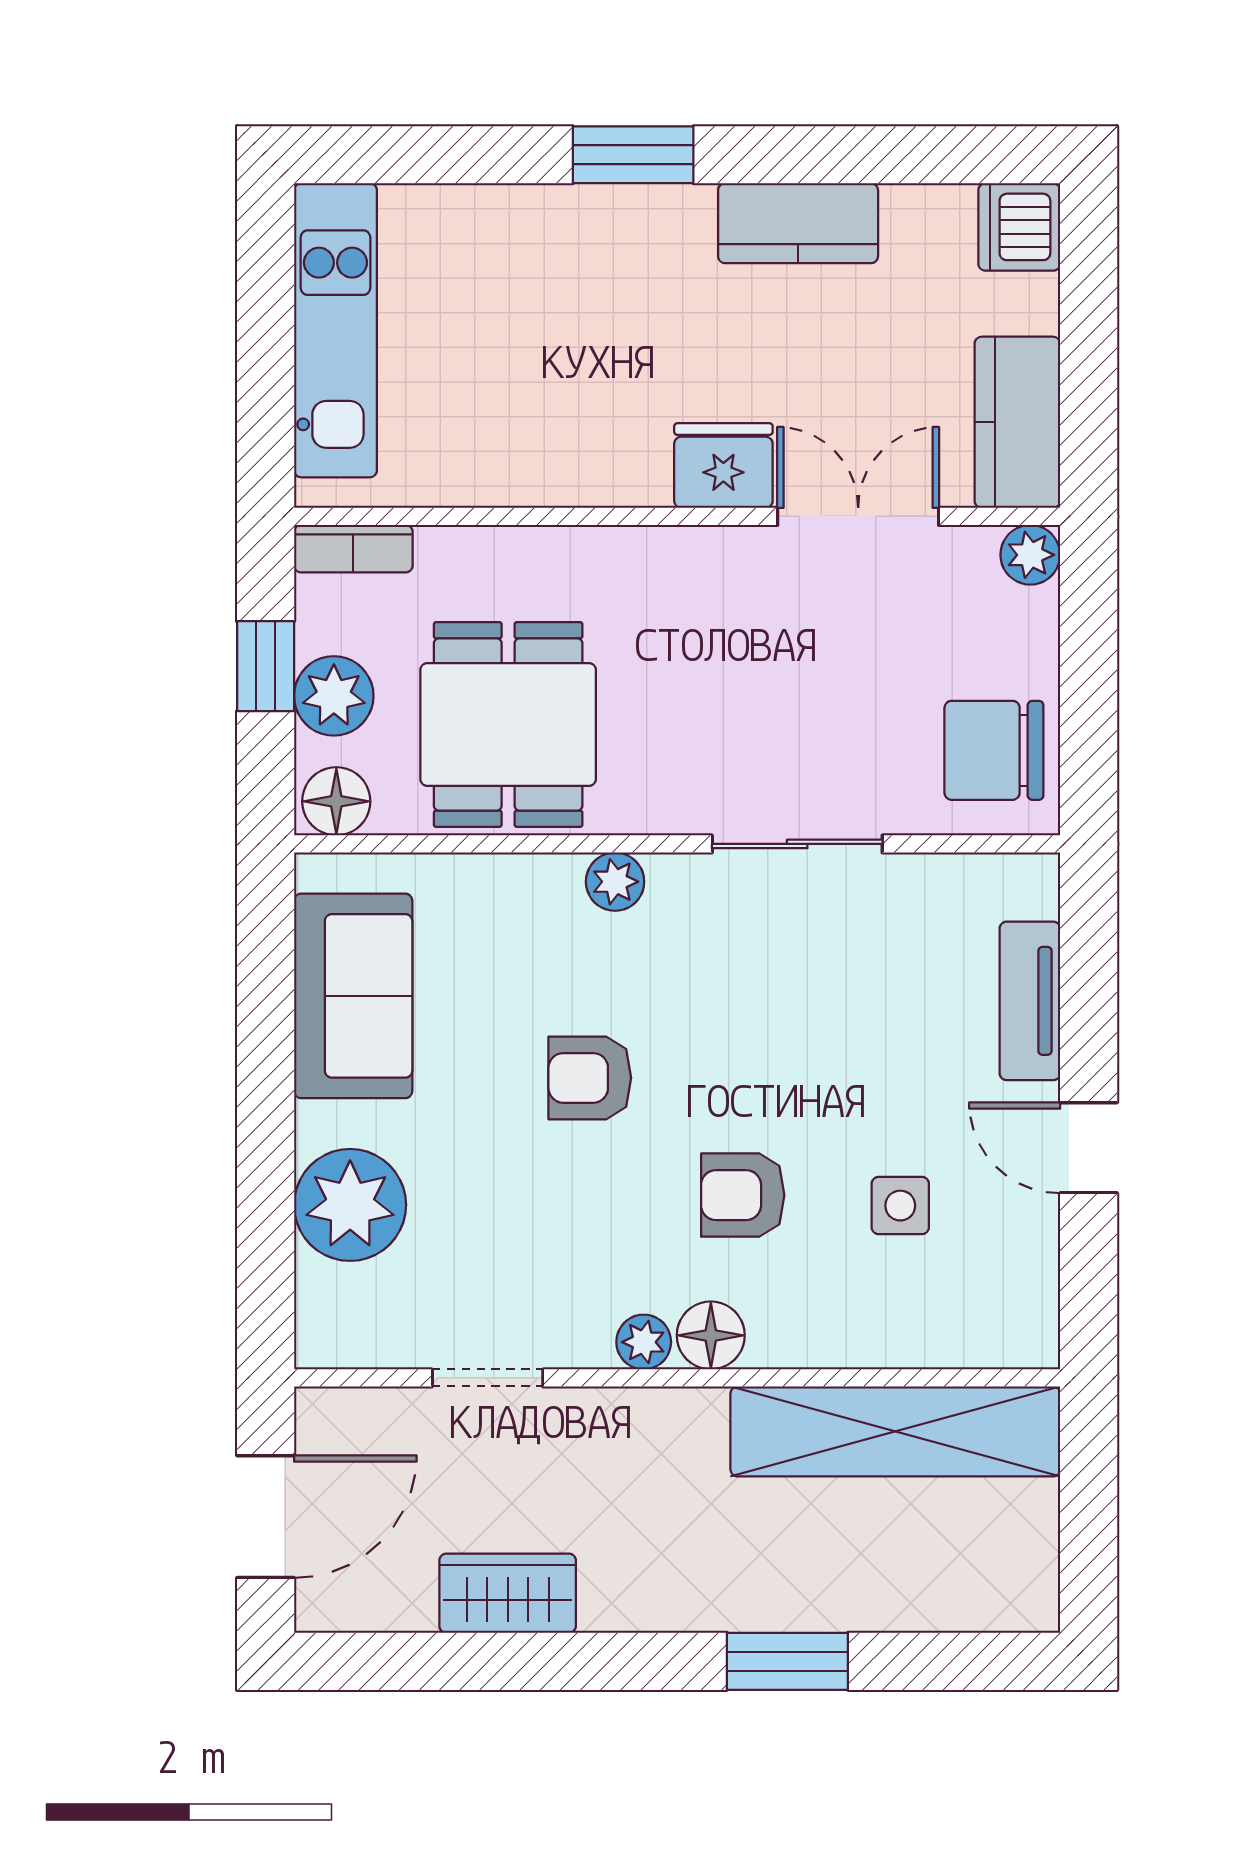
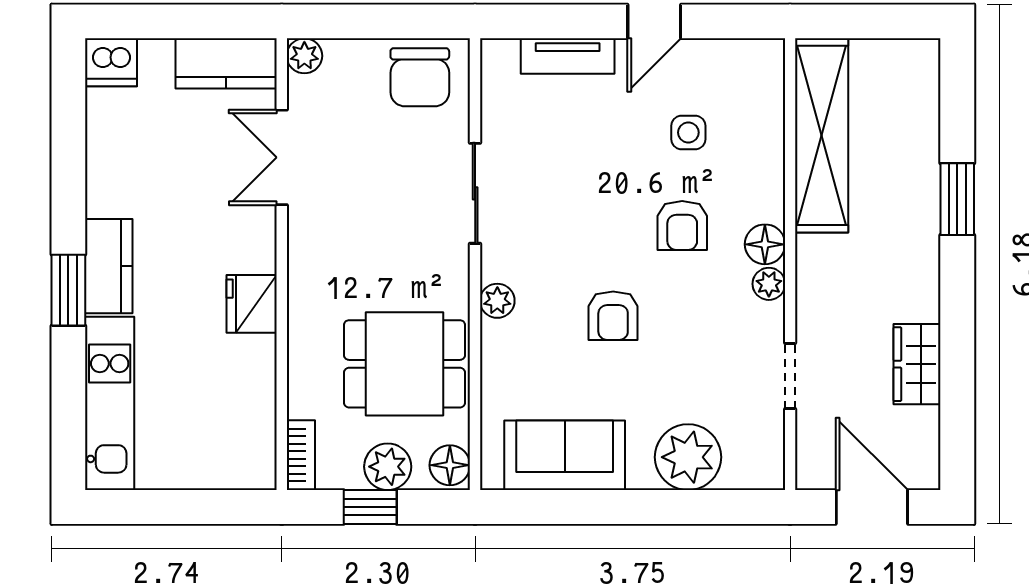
kitchen counter: (798, 223) -> (109, 266), moved
kitchen unit: (335, 330) -> (110, 403), moved, turned 90
fridge: (723, 465) -> (252, 304), moved

